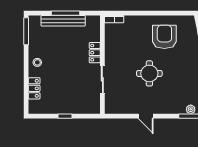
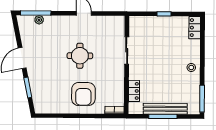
armchair: (164, 37) -> (83, 94), moved
locker: (95, 53) -> (134, 91), moved
locker: (34, 88) -> (195, 28), moved

